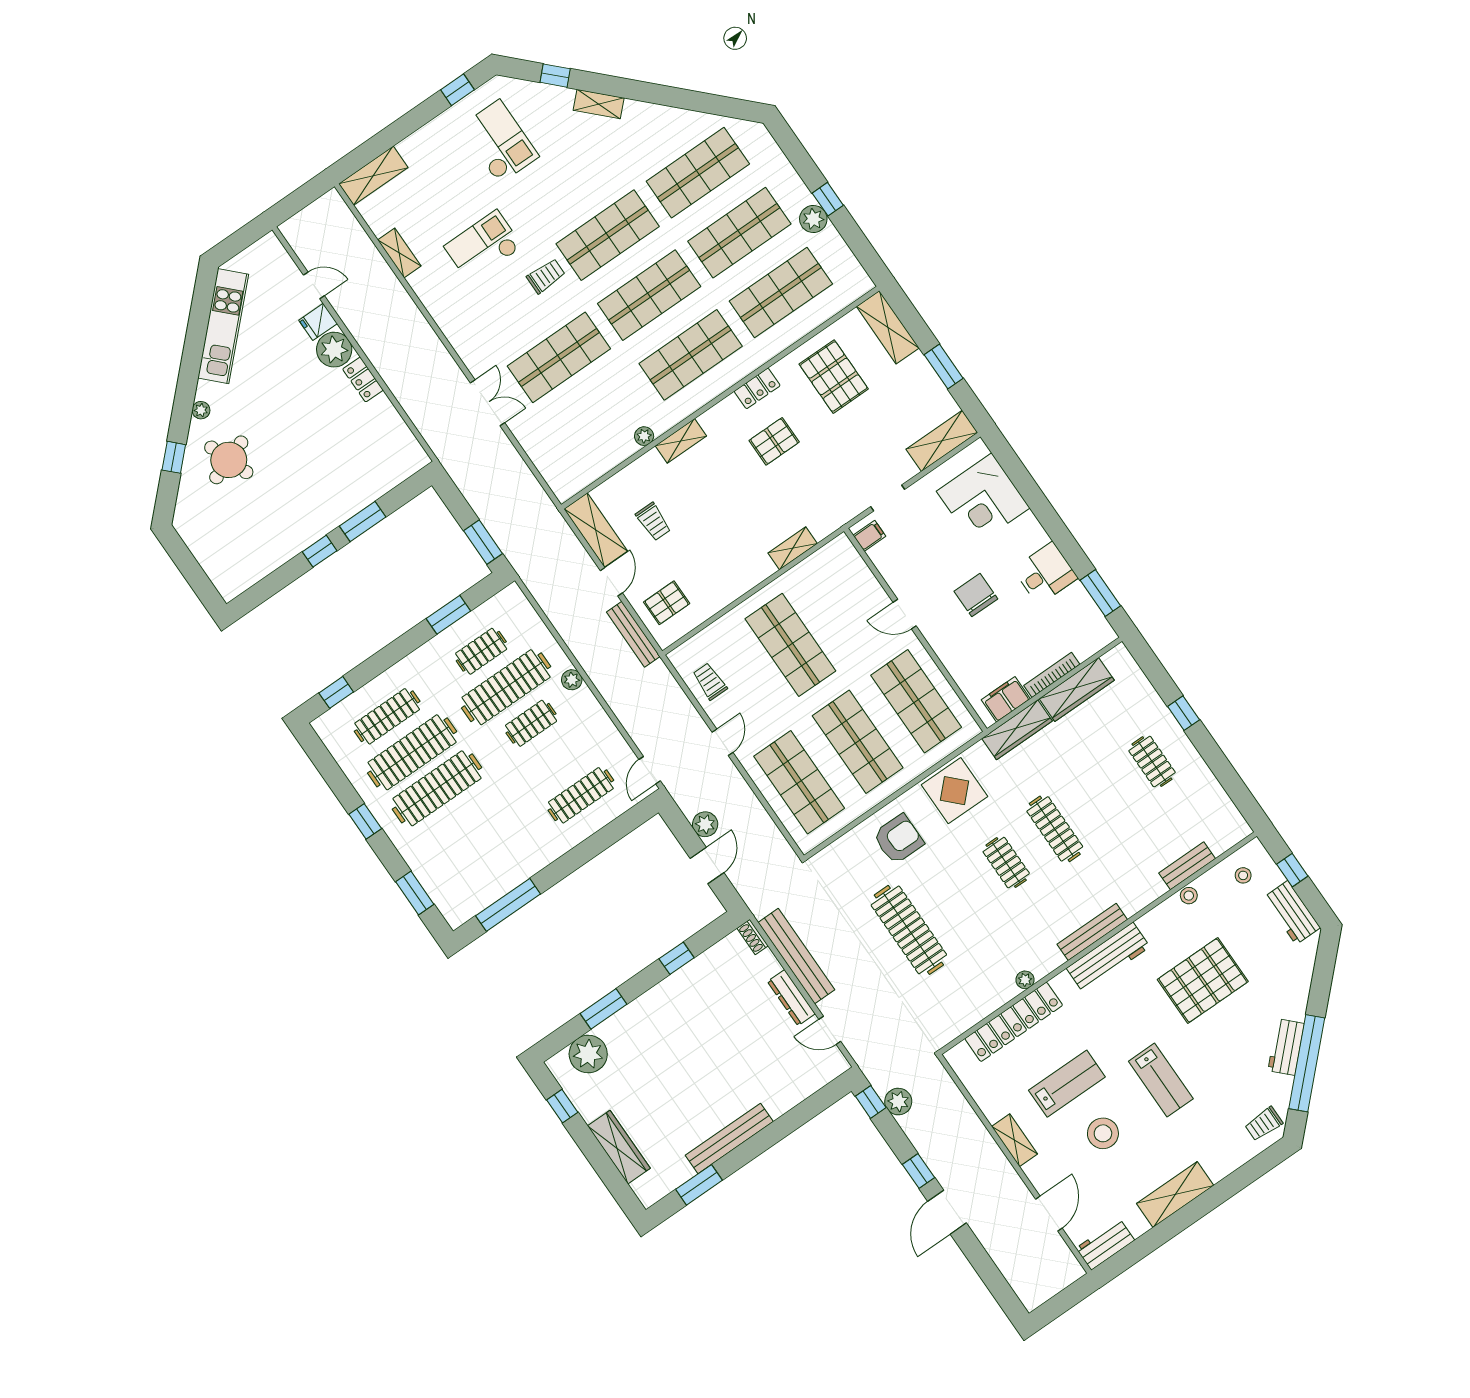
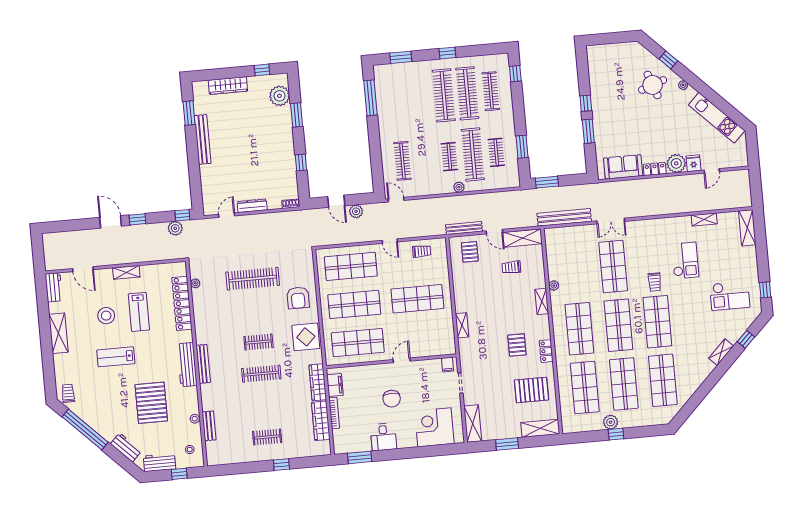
sofa: (388, 432) -> (623, 167), added
chair: (976, 595) -> (392, 399), turned 90
bench: (796, 956) -> (564, 217), moved
plant: (1025, 980) -> (195, 283), moved
workbench: (1286, 1047) -> (126, 447), moved

